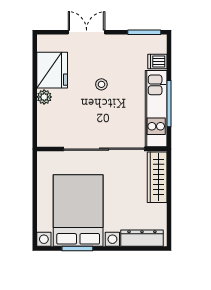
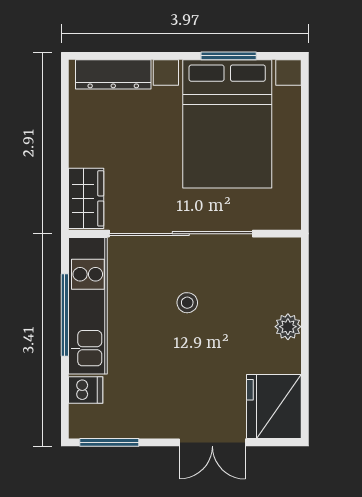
fridge: (52, 70) -> (274, 407), moved
stool: (101, 84) -> (187, 303), moved
wardrobe: (157, 177) -> (86, 198), width x0.67

